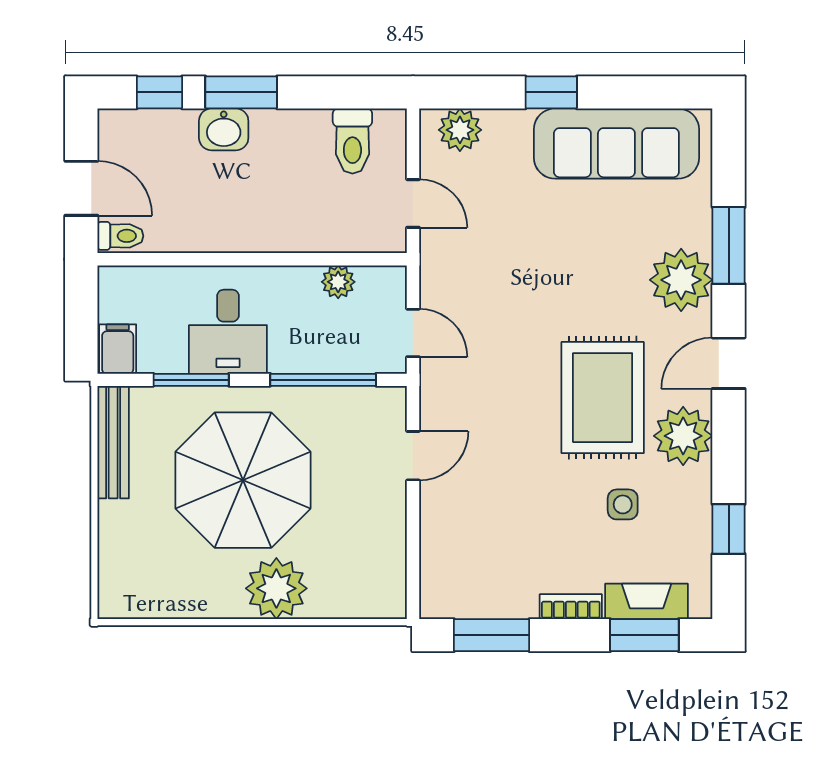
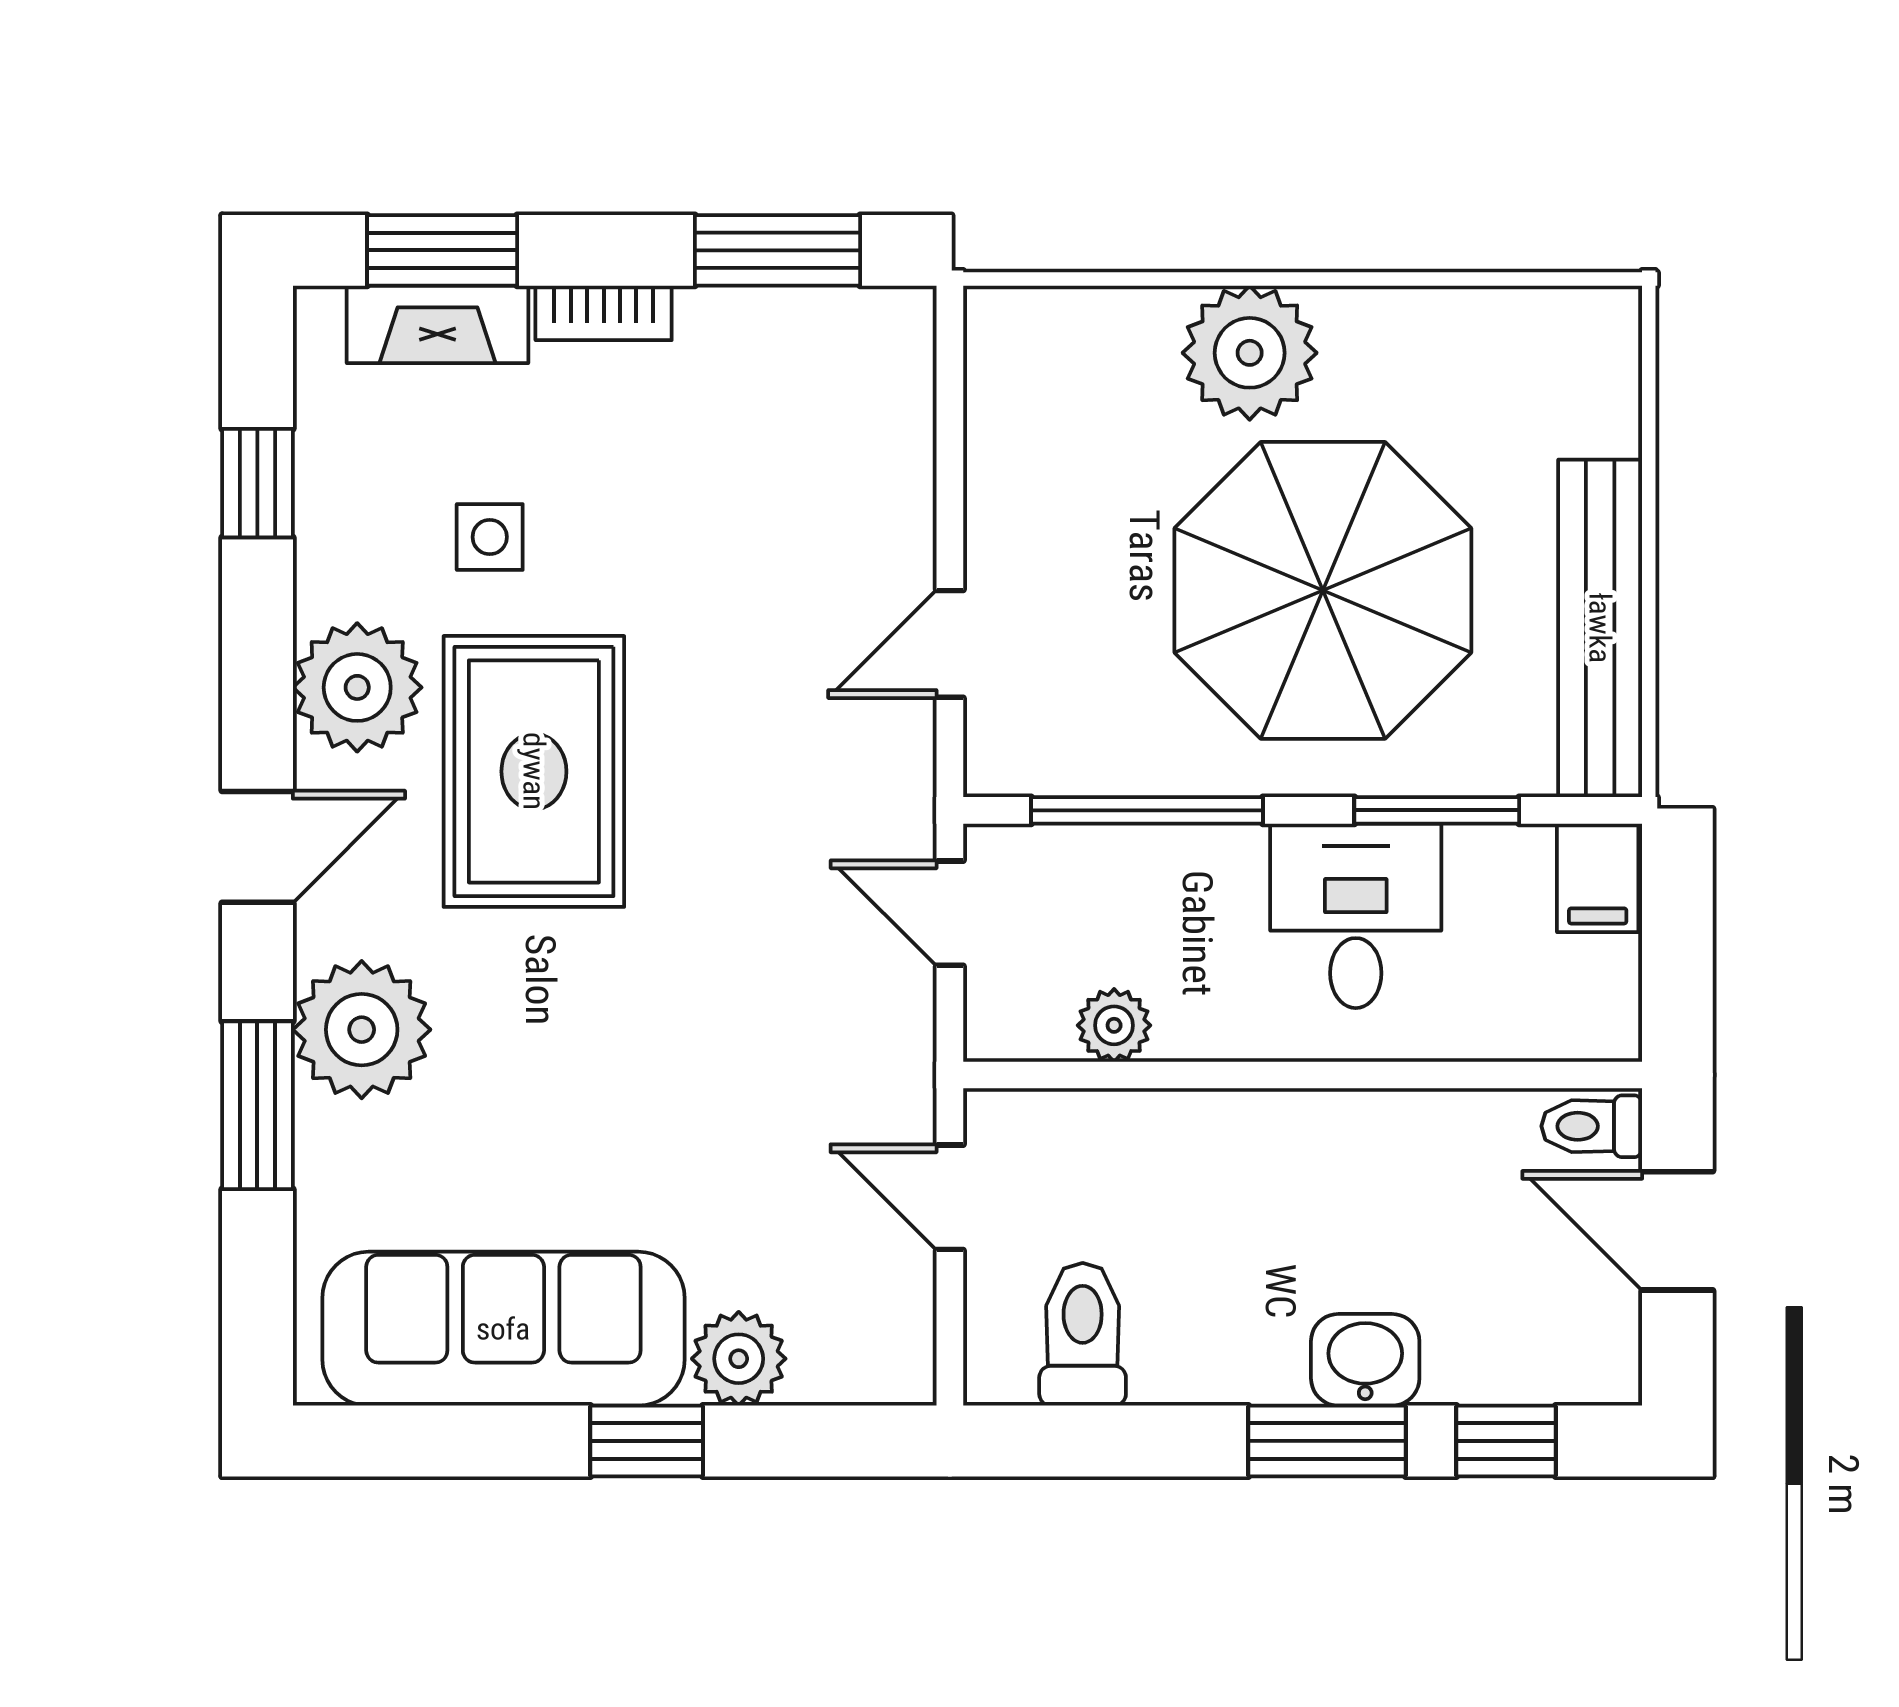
plant: (460, 130) -> (739, 1359), moved
bench: (113, 442) -> (1600, 628), width x1.37, depth x1.21

